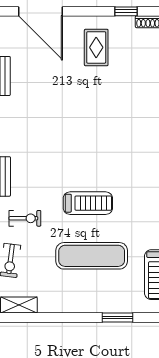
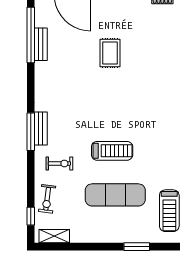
rug: (96, 47) -> (110, 53), moved

